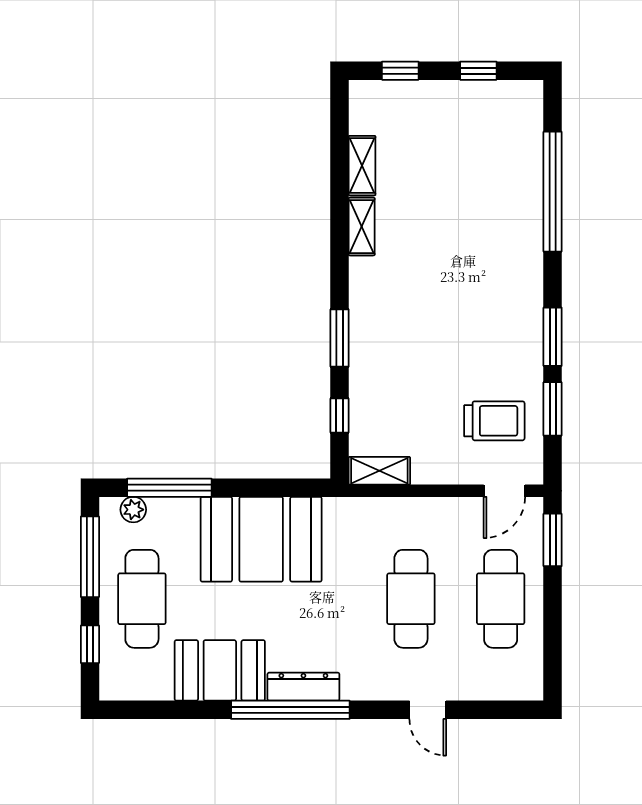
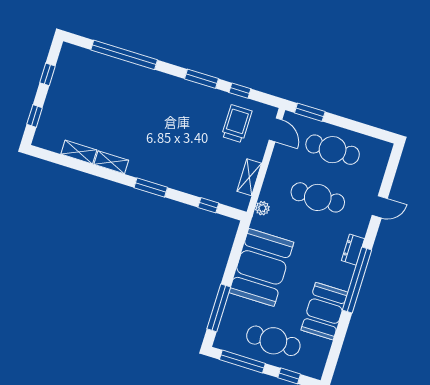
window: (340, 338) -> (151, 187), moved
window: (553, 409) -> (240, 91), width x0.67
shelving: (379, 471) -> (249, 177), moved
plant: (133, 510) -> (262, 208), moved
dresser: (303, 687) -> (353, 250), moved, width x0.70

